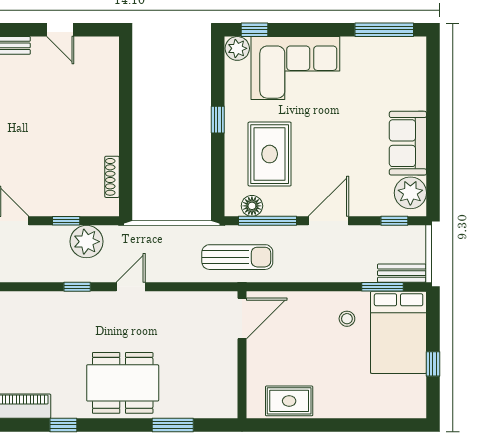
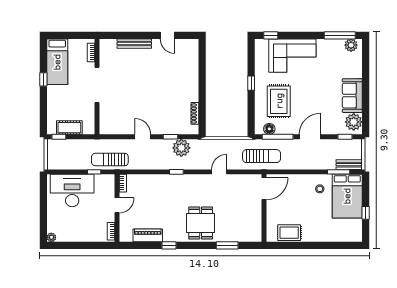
plant: (237, 48) -> (351, 45), moved
door: (131, 287) -> (219, 172), moved
dining table: (123, 383) -> (201, 223), width x0.73

